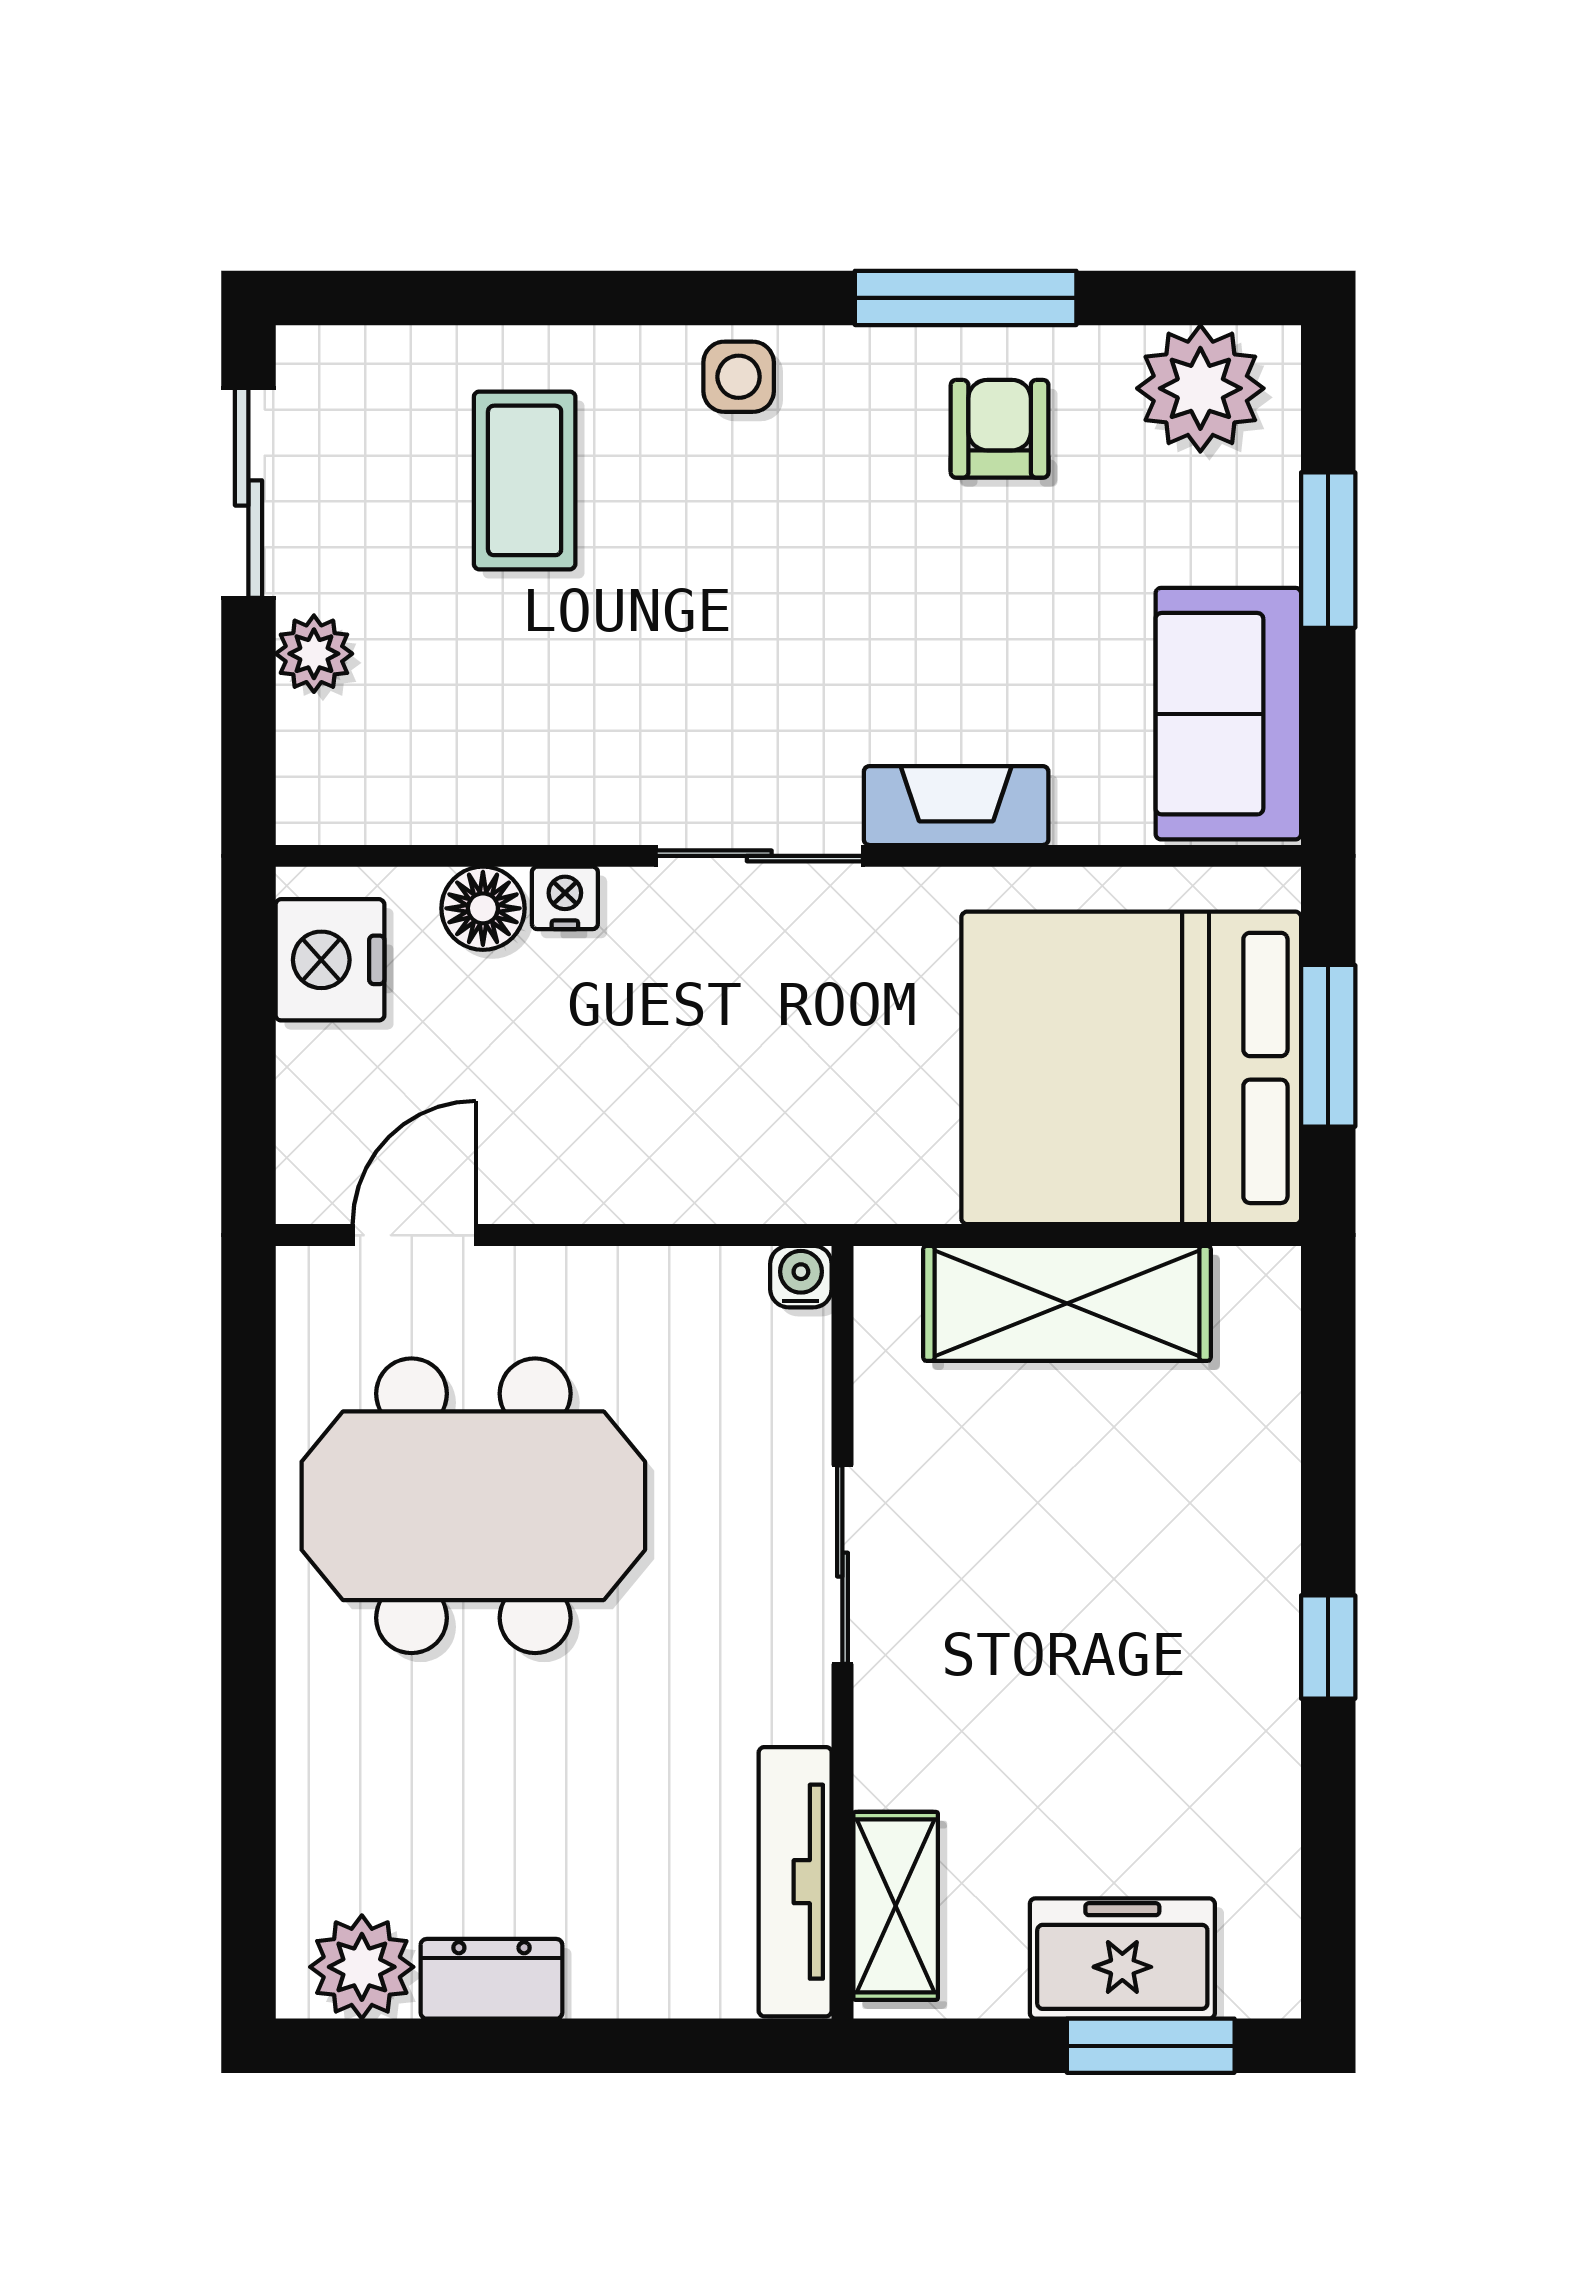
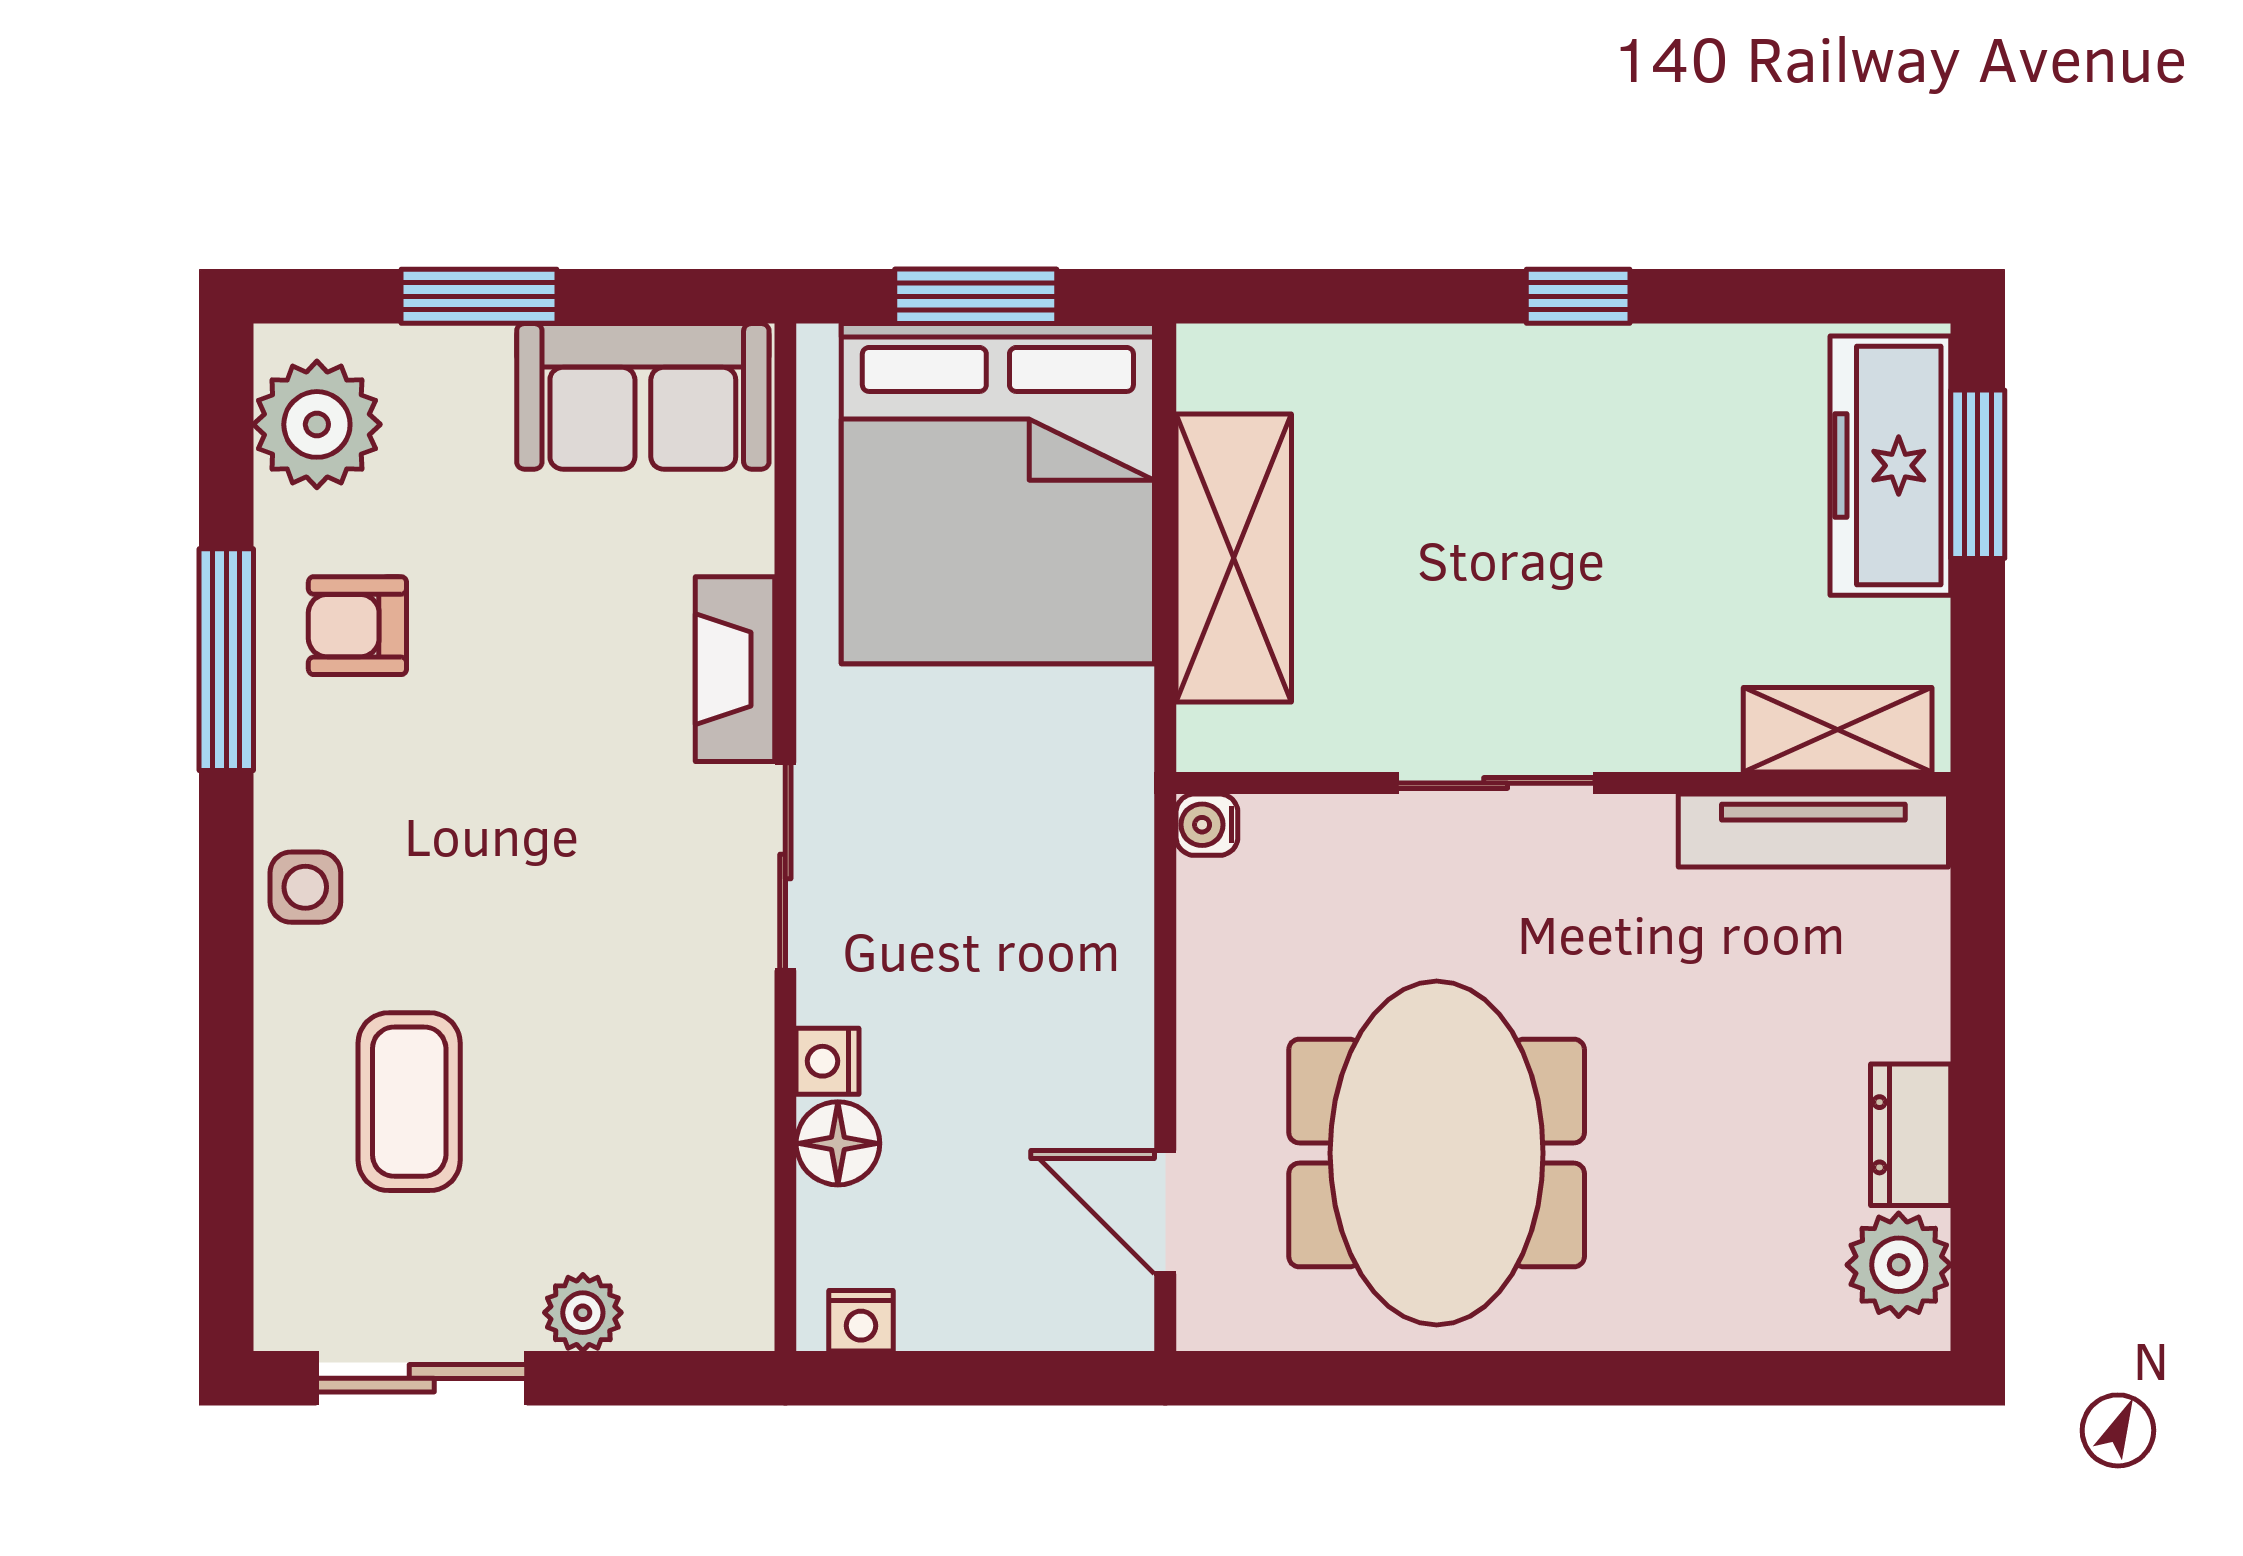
coffee table: (525, 480) -> (409, 1102), turned 90
nightstand: (330, 960) -> (861, 1321), width x0.53, depth x0.56
freezer: (1122, 1958) -> (1890, 466), width x1.40

